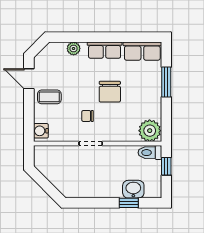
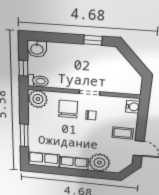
plant: (74, 49) -> (99, 163), width x1.88, depth x1.88
chair: (110, 92) -> (68, 109), moved
washbasin: (133, 189) -> (37, 49), moved
window: (129, 203) -> (93, 40), moved

